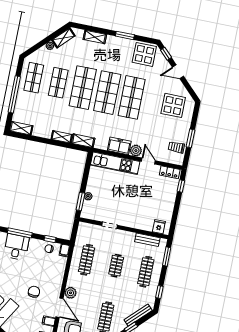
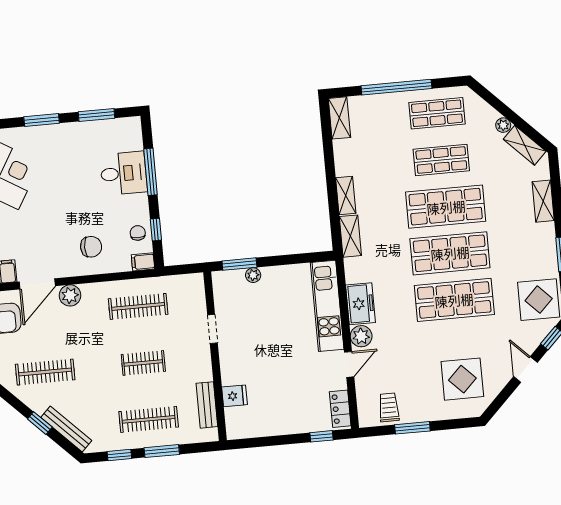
fridge: (159, 227) -> (234, 396), moved
window: (167, 257) -> (162, 451), moved
chair: (34, 292) -> (91, 247), moved

